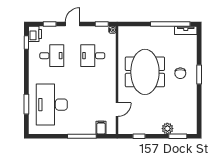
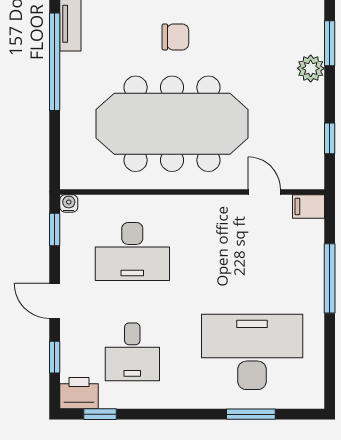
desk: (52, 56) -> (132, 352), turned 180
desk: (93, 56) -> (132, 252), width x1.37
meeting table: (145, 72) -> (172, 124), width x1.36
desk: (52, 105) -> (252, 352), turned 180
filing cabinet: (101, 128) -> (309, 206), moved

